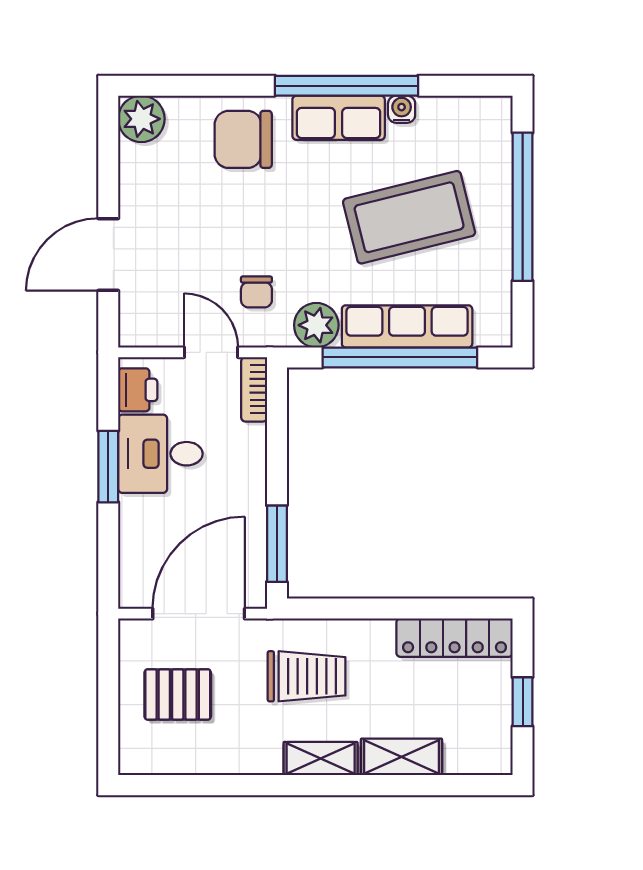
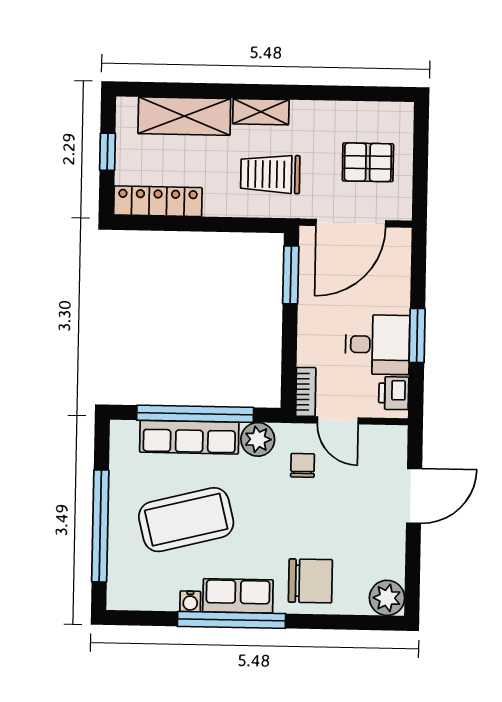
shelving: (401, 757) -> (184, 116), width x1.50, depth x1.33

